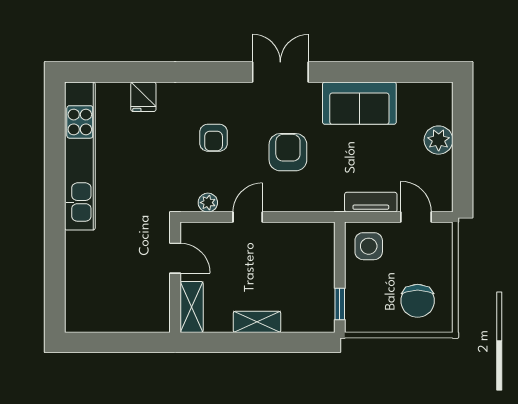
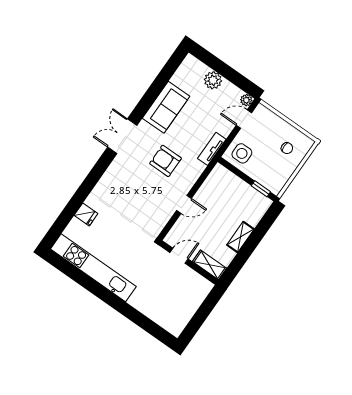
armchair: (214, 138) -> (132, 193), removed
tv unit: (371, 202) -> (212, 149), moved
plant: (208, 203) -> (246, 100), moved
door: (248, 217) -> (184, 204), swing flipped
chair: (418, 301) -> (287, 148), width x0.54, depth x0.54

